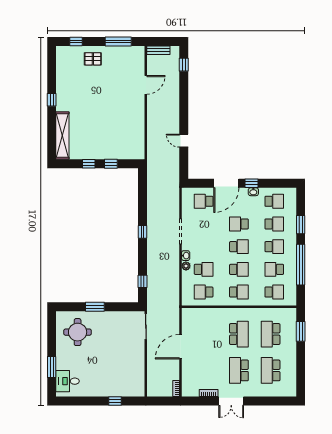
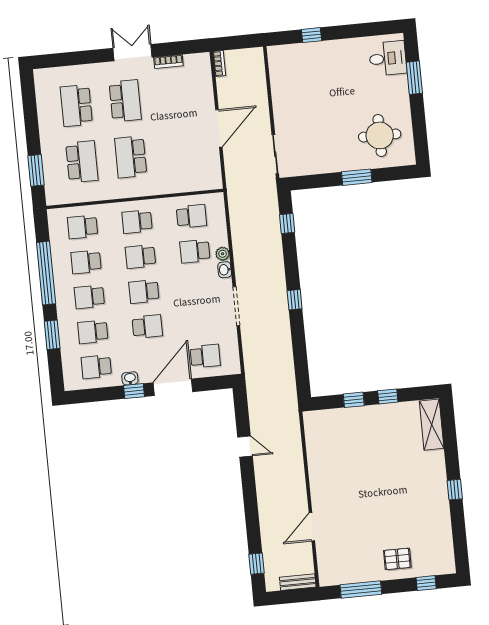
shelving: (62, 135) -> (432, 425), width x0.68
school desk: (274, 269) -> (86, 262), turned 180
school desk: (271, 370) -> (76, 106), turned 180

